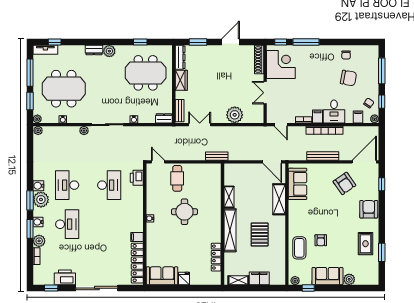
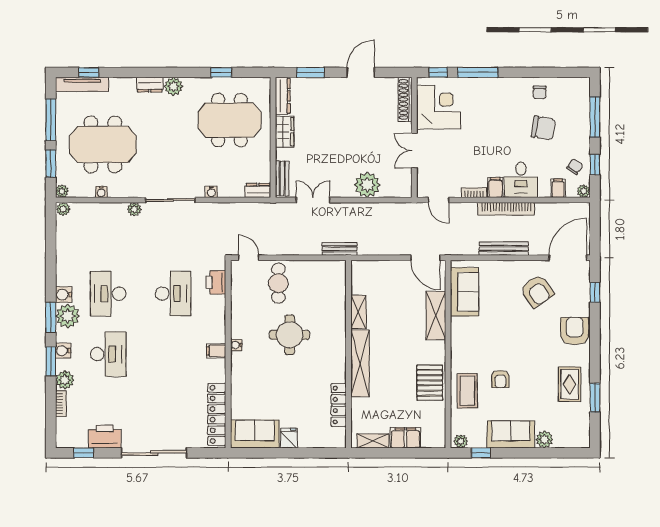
tv unit: (45, 50) -> (82, 84), width x1.41
pallet: (260, 234) -> (430, 383), moved
filing cabinet: (137, 237) -> (216, 351), moved

